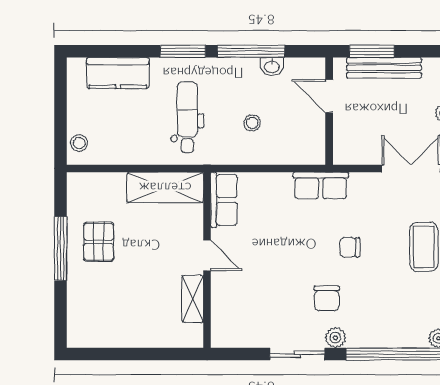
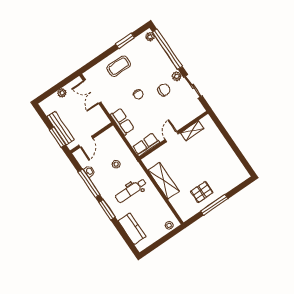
row of seats: (224, 200) -> (146, 145), moved
door: (207, 255) -> (172, 137), moved
wall: (207, 260) -> (173, 135), moved
shelving: (193, 299) -> (192, 131), moved

